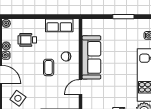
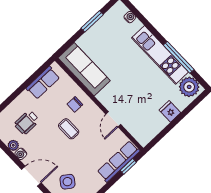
sofa: (91, 57) -> (84, 69), moved

